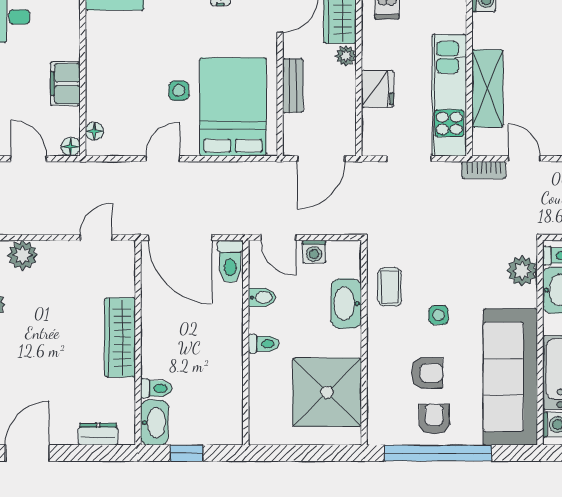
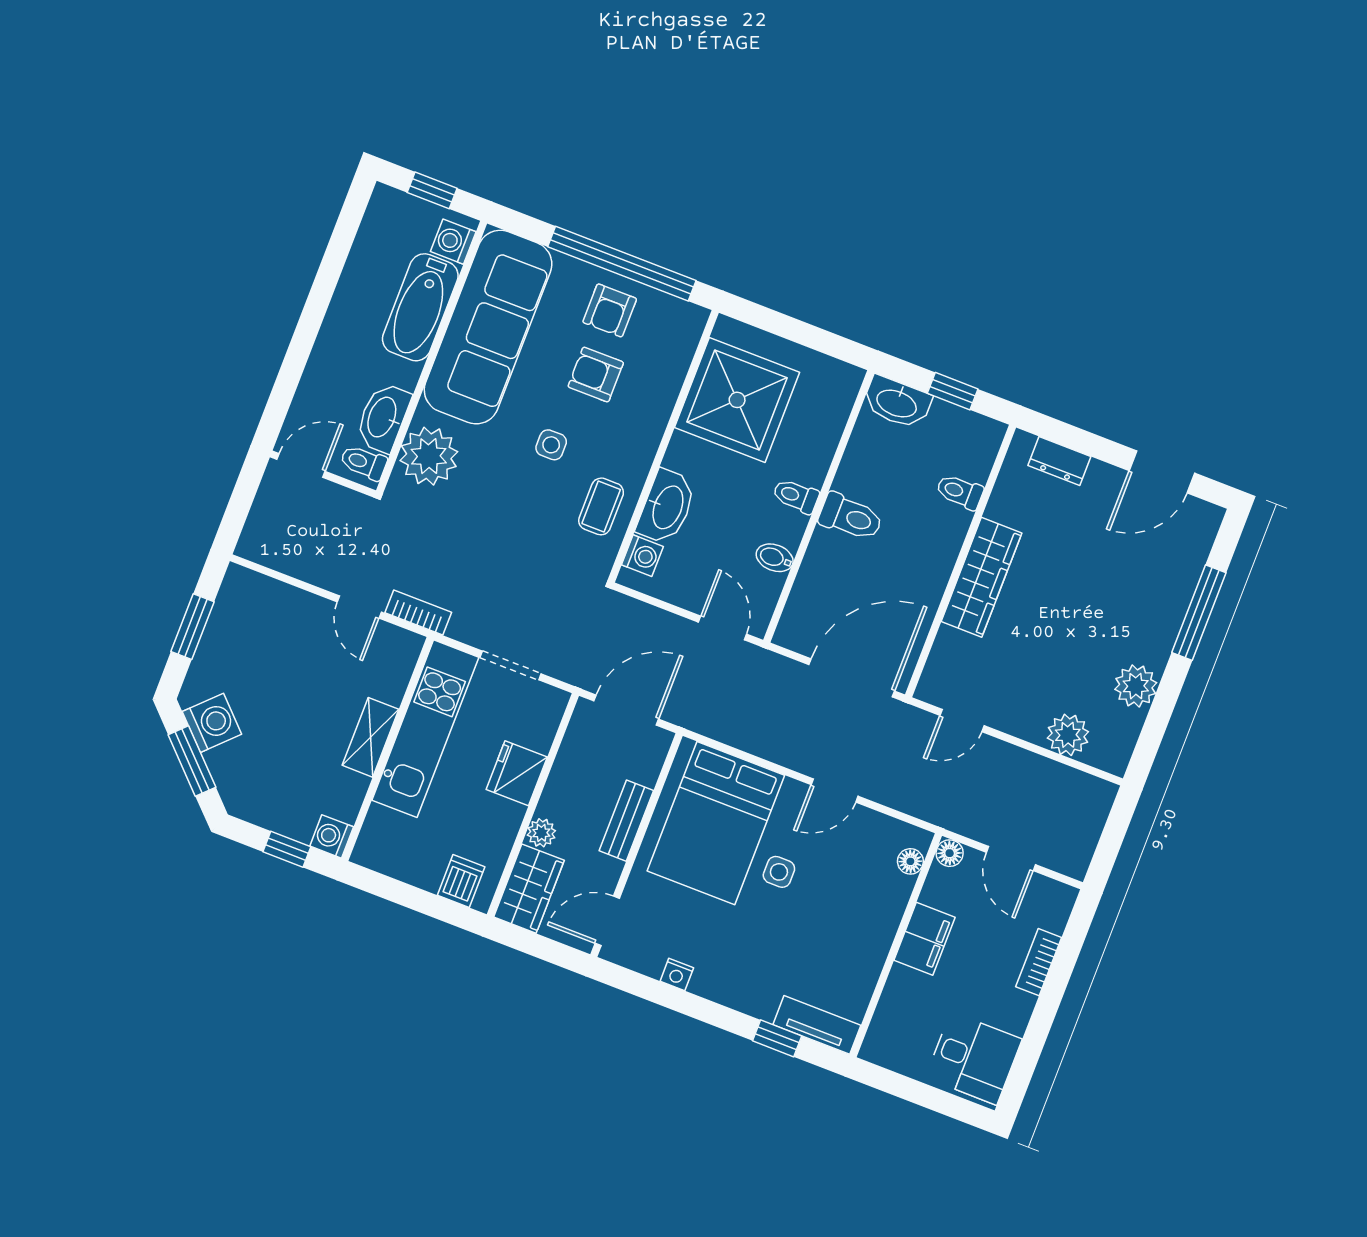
shelving: (487, 88) -> (370, 737), width x0.67, depth x0.75
door: (180, 238) -> (852, 678), hinge flipped
washing machine: (314, 252) -> (642, 556), moved, turned 90
toilet: (230, 261) -> (851, 517), moved, turned 90
plant: (522, 271) -> (429, 456), width x1.36, depth x1.36
washbasin: (154, 423) -> (897, 402), moved, turned -90

